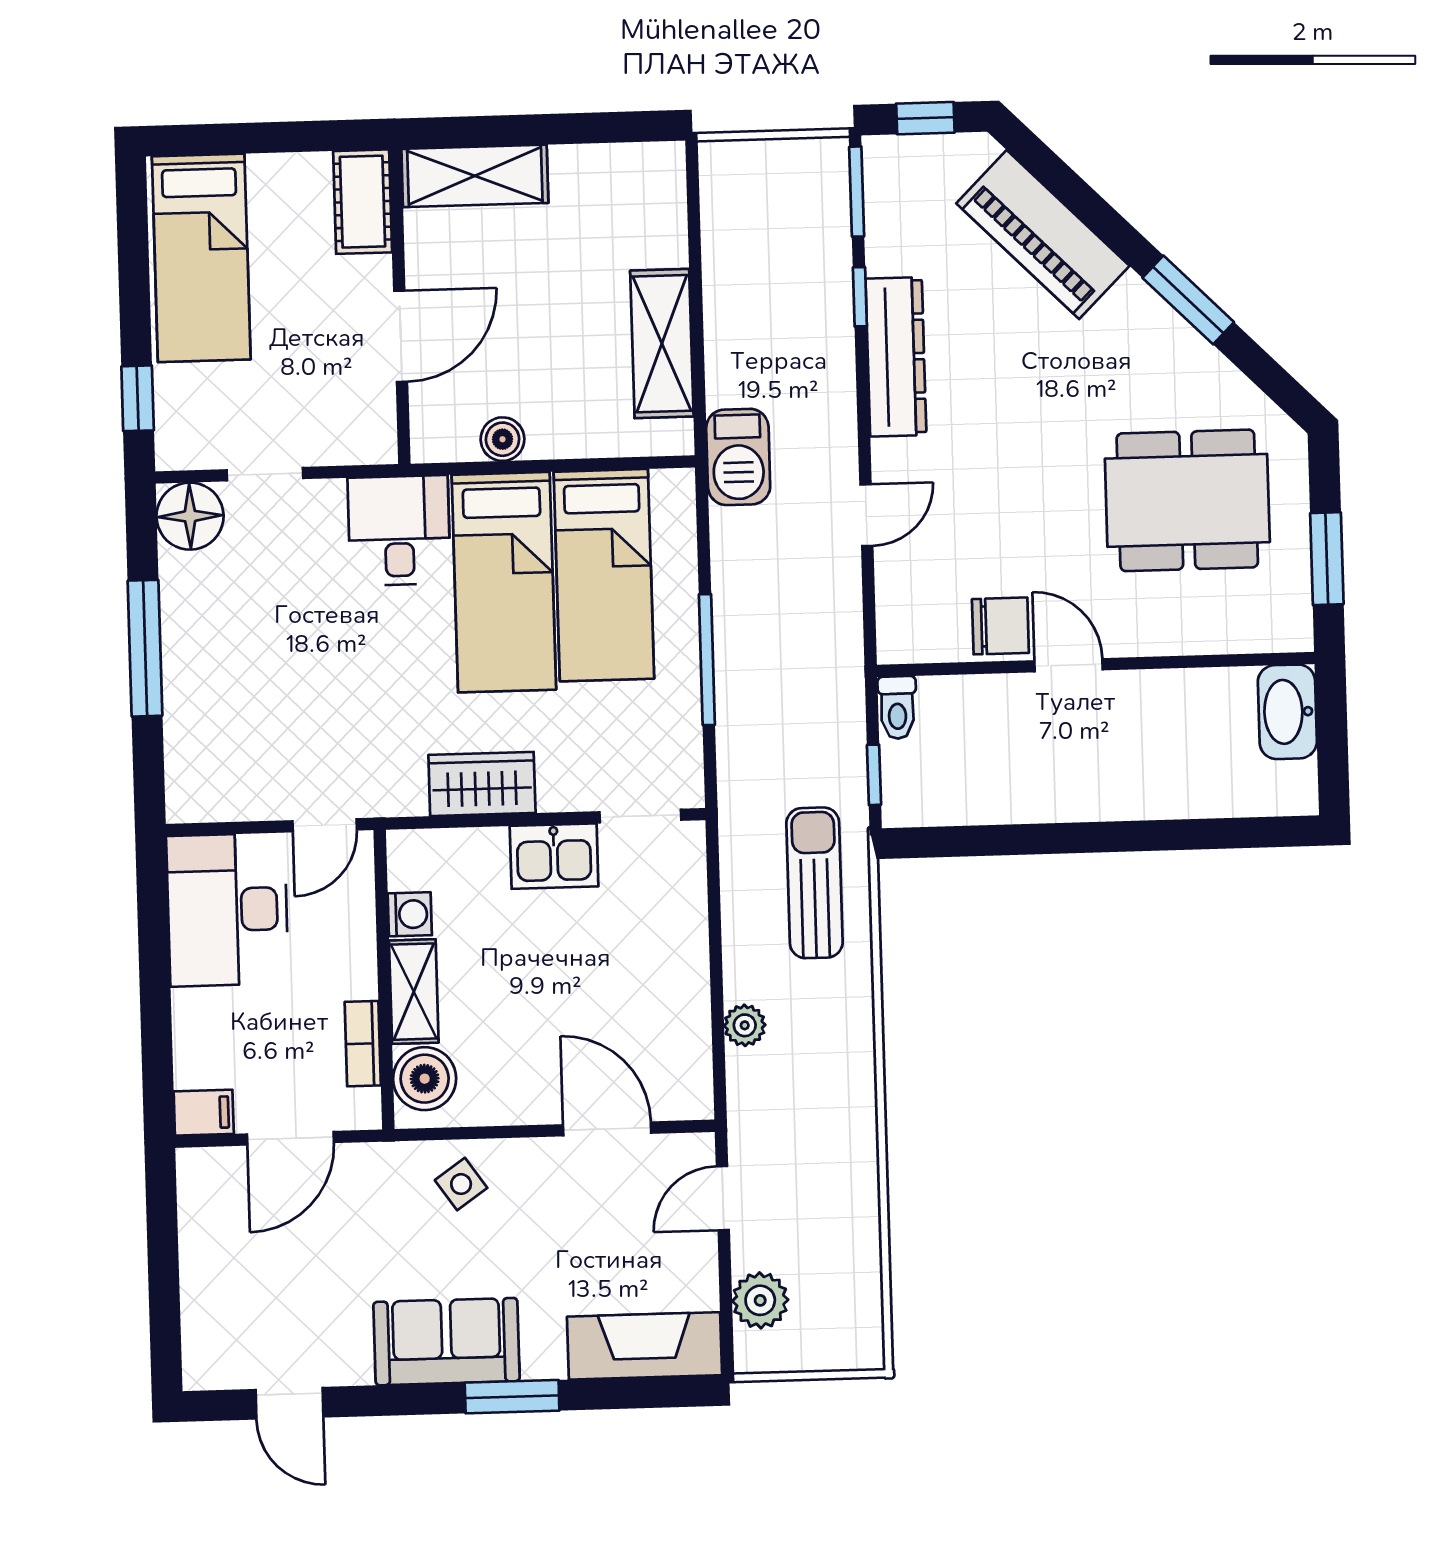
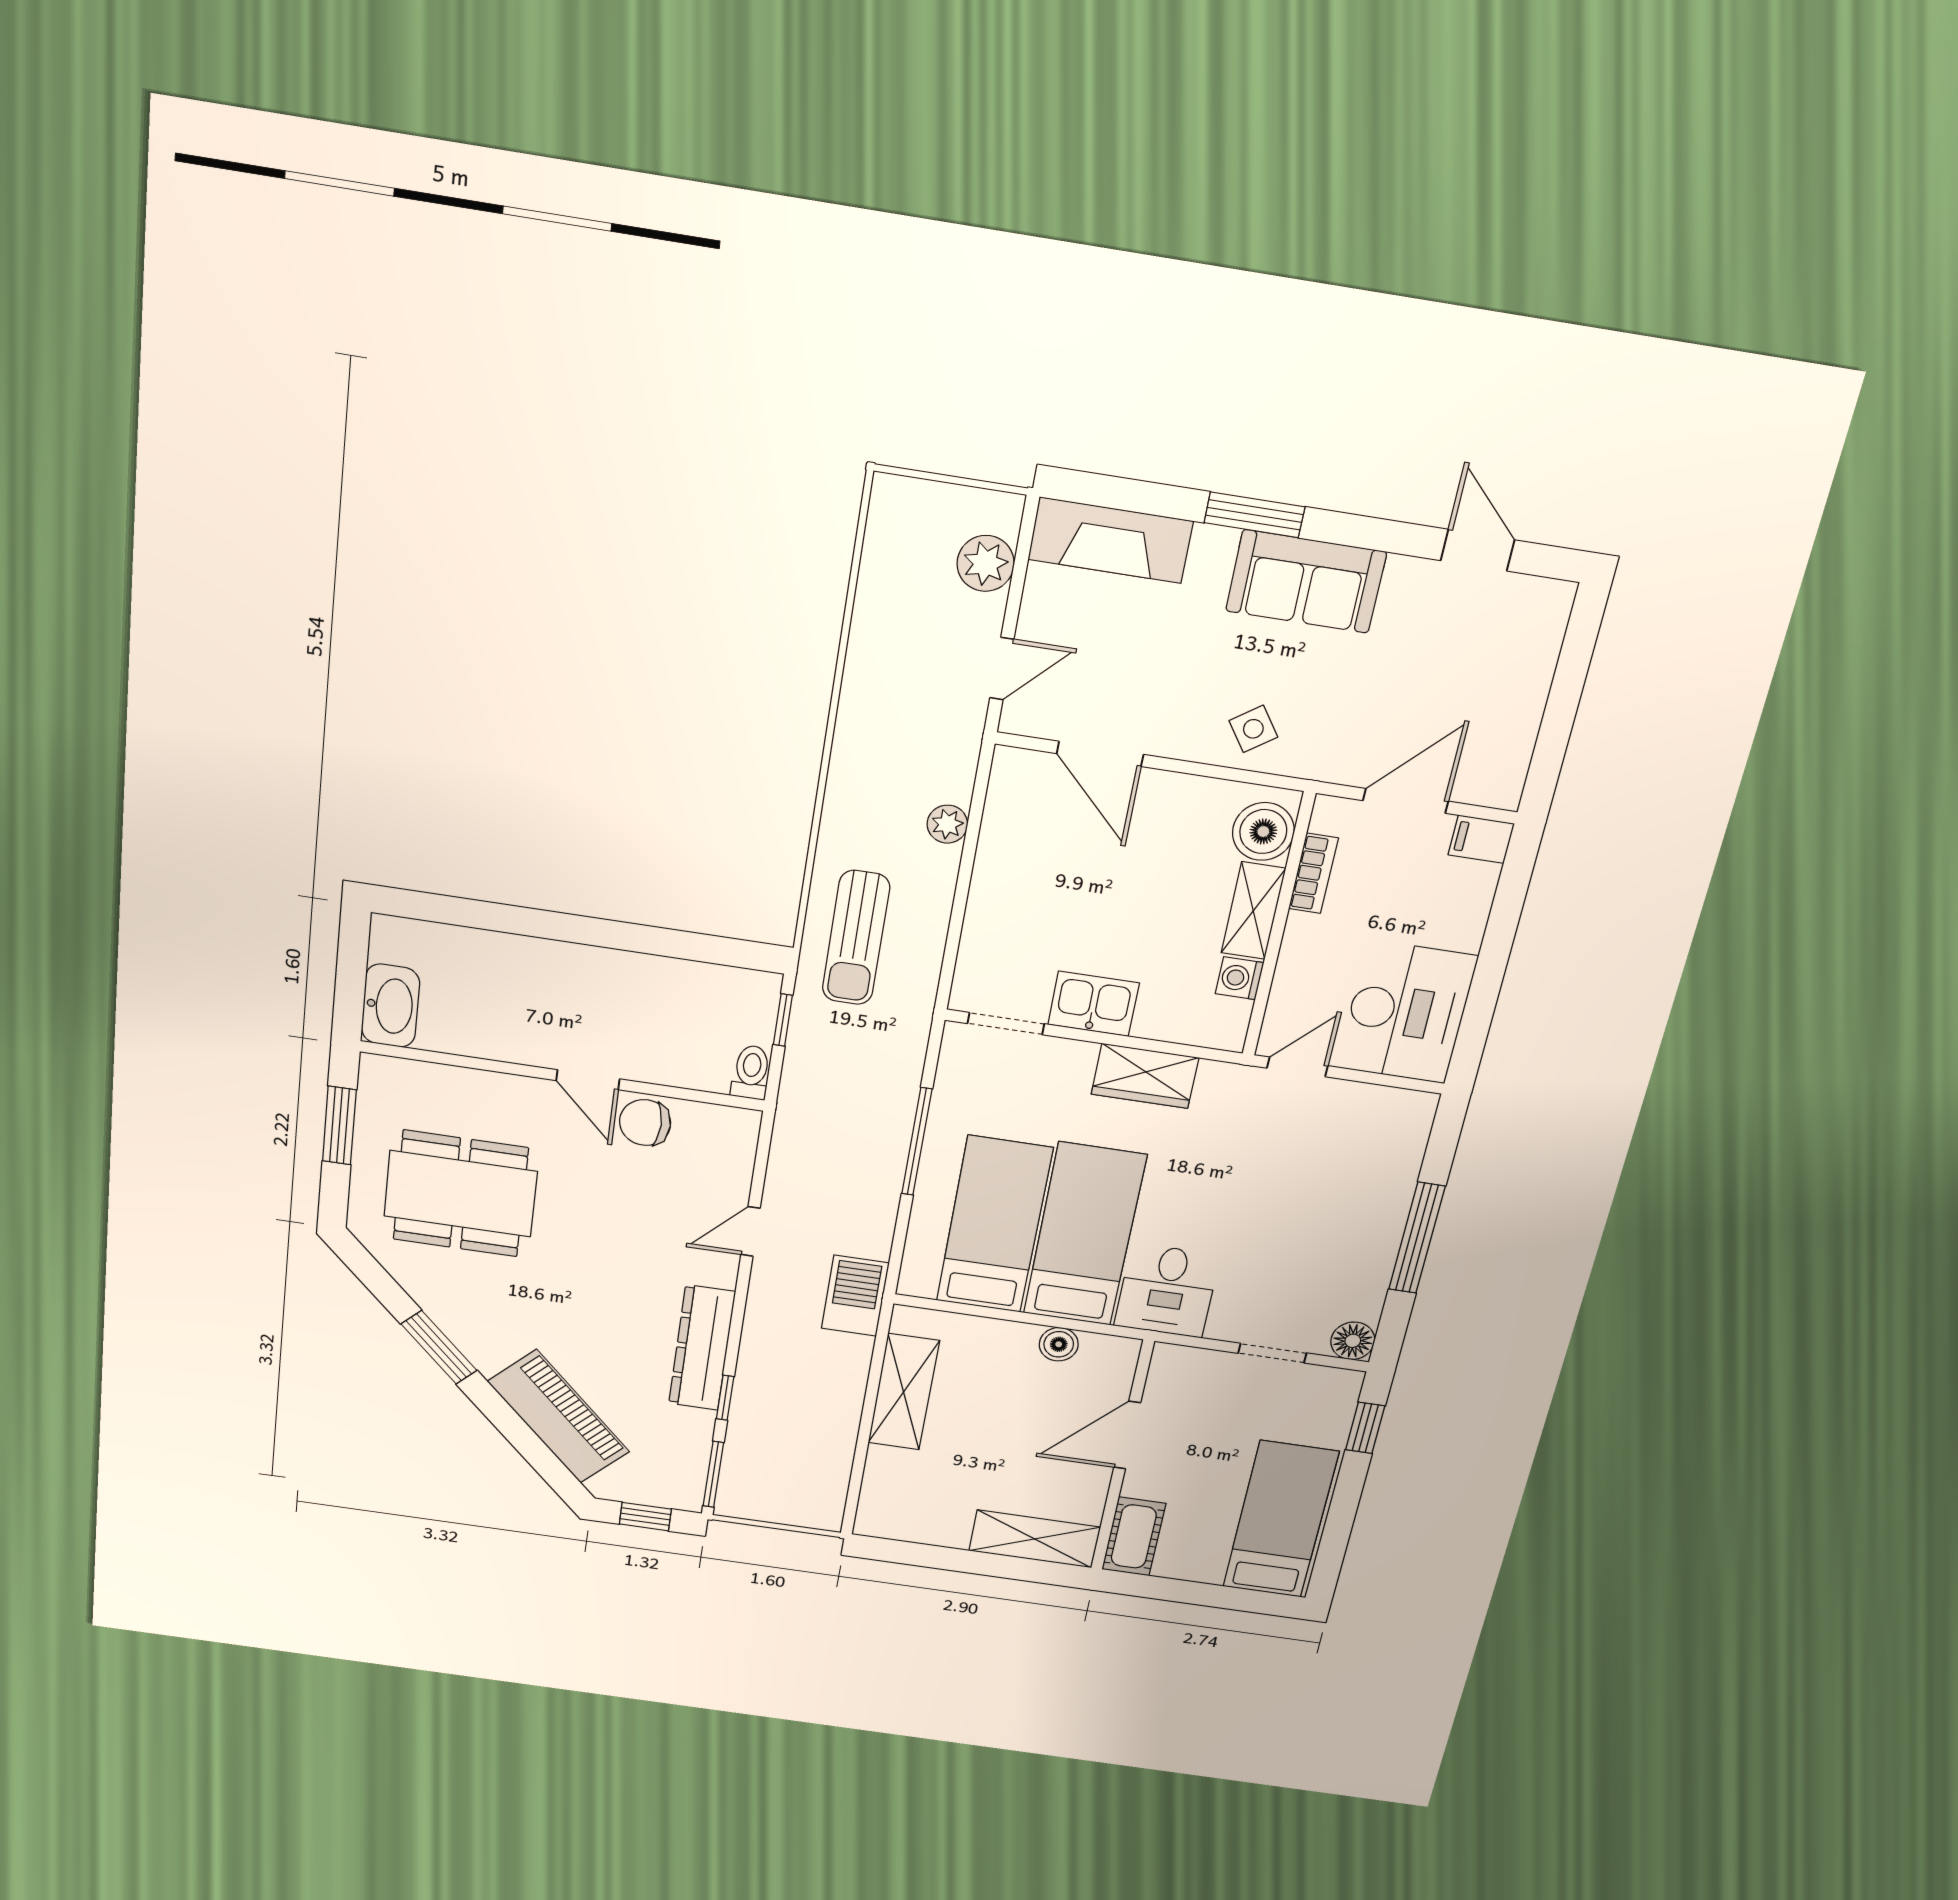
floor lamp: (190, 516) -> (1353, 1341), width x0.73, depth x0.73

